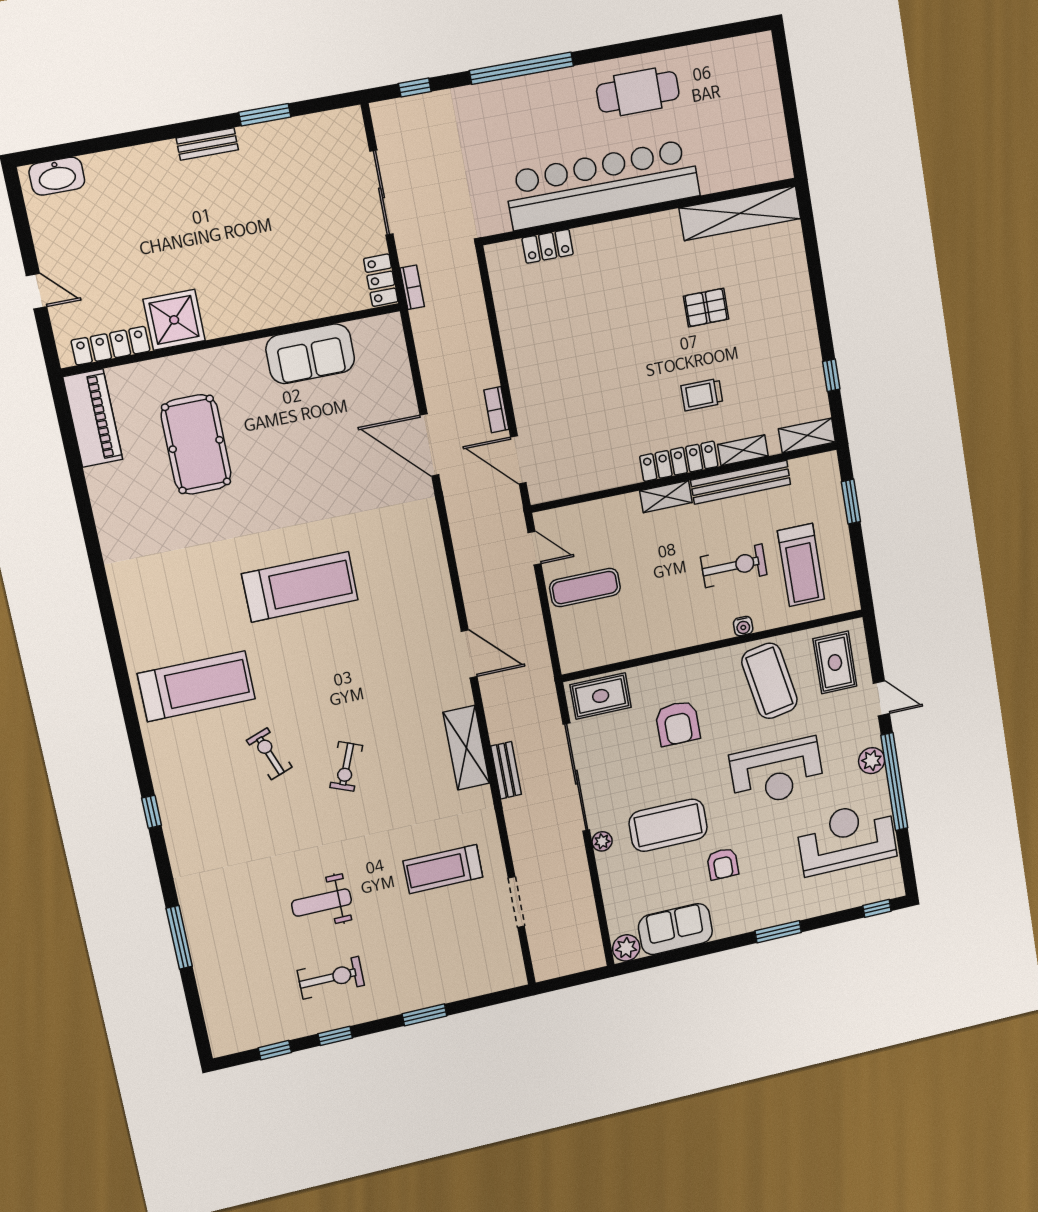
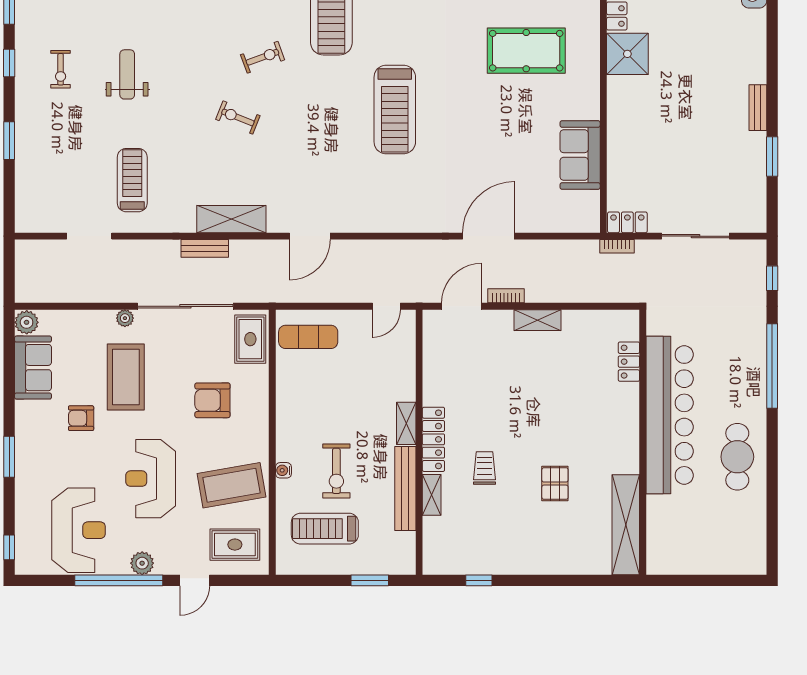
shelving: (807, 435) -> (537, 320), moved, turned 90
exercise mat: (585, 588) -> (308, 337), moved, turned 90
exercise bike: (331, 978) -> (61, 69), width x0.73, depth x0.72

